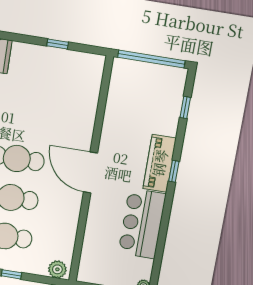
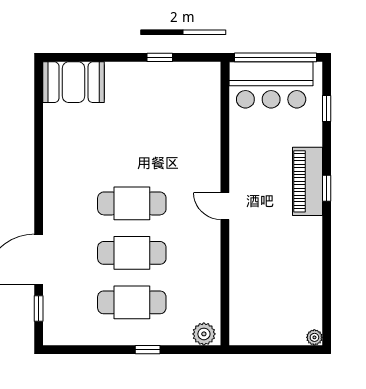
door: (90, 172) -> (225, 206), width x0.53
bar counter: (142, 224) -> (271, 85), moved, turned -90

